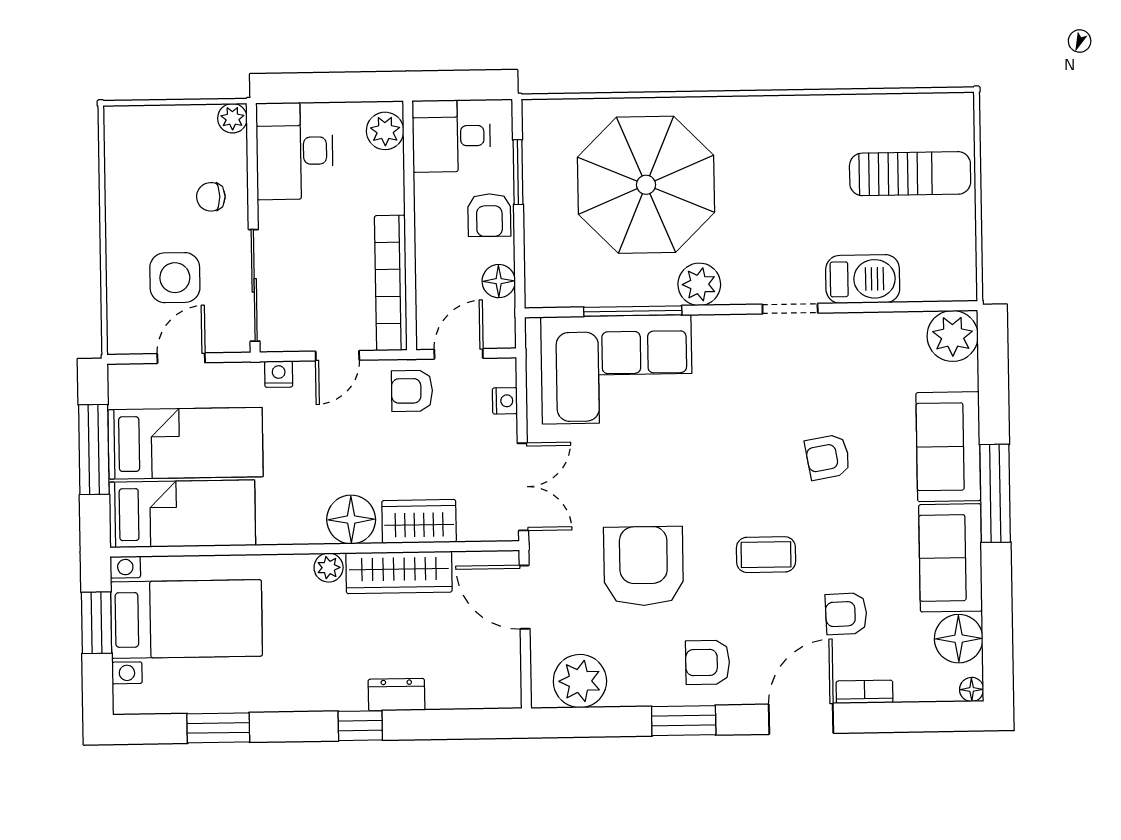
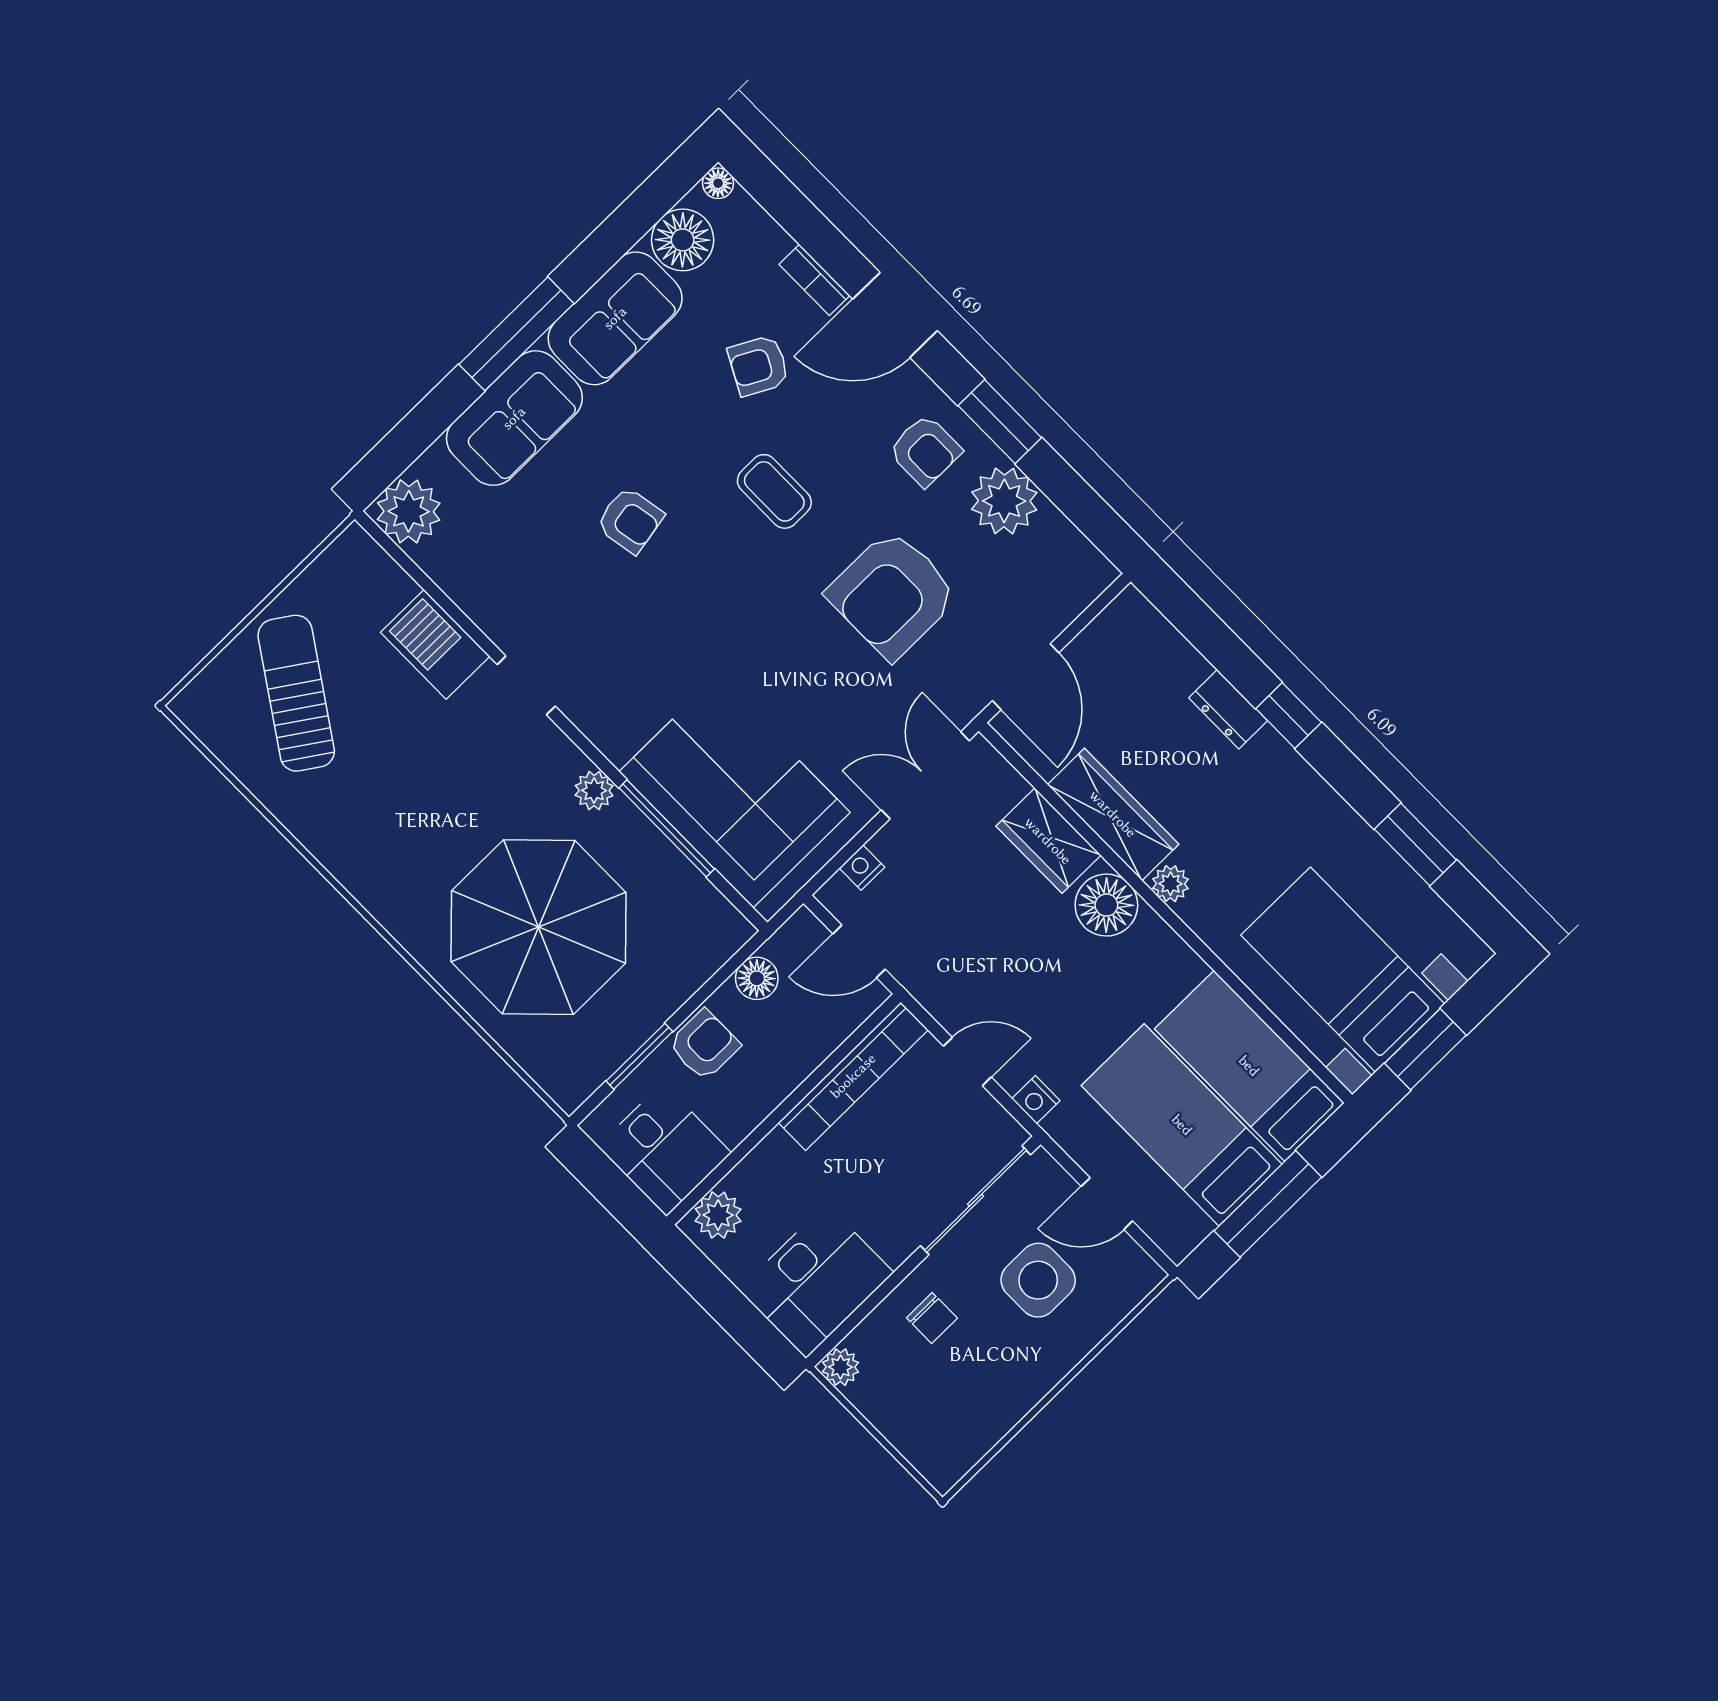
sun lounger: (910, 174) -> (296, 693), turned 34
plant: (699, 284) -> (594, 791), width x0.73, depth x0.73
armchair: (412, 391) -> (934, 962), removed
armchair: (846, 614) -> (758, 366), turned 120
plant: (580, 681) -> (1004, 501), moved

